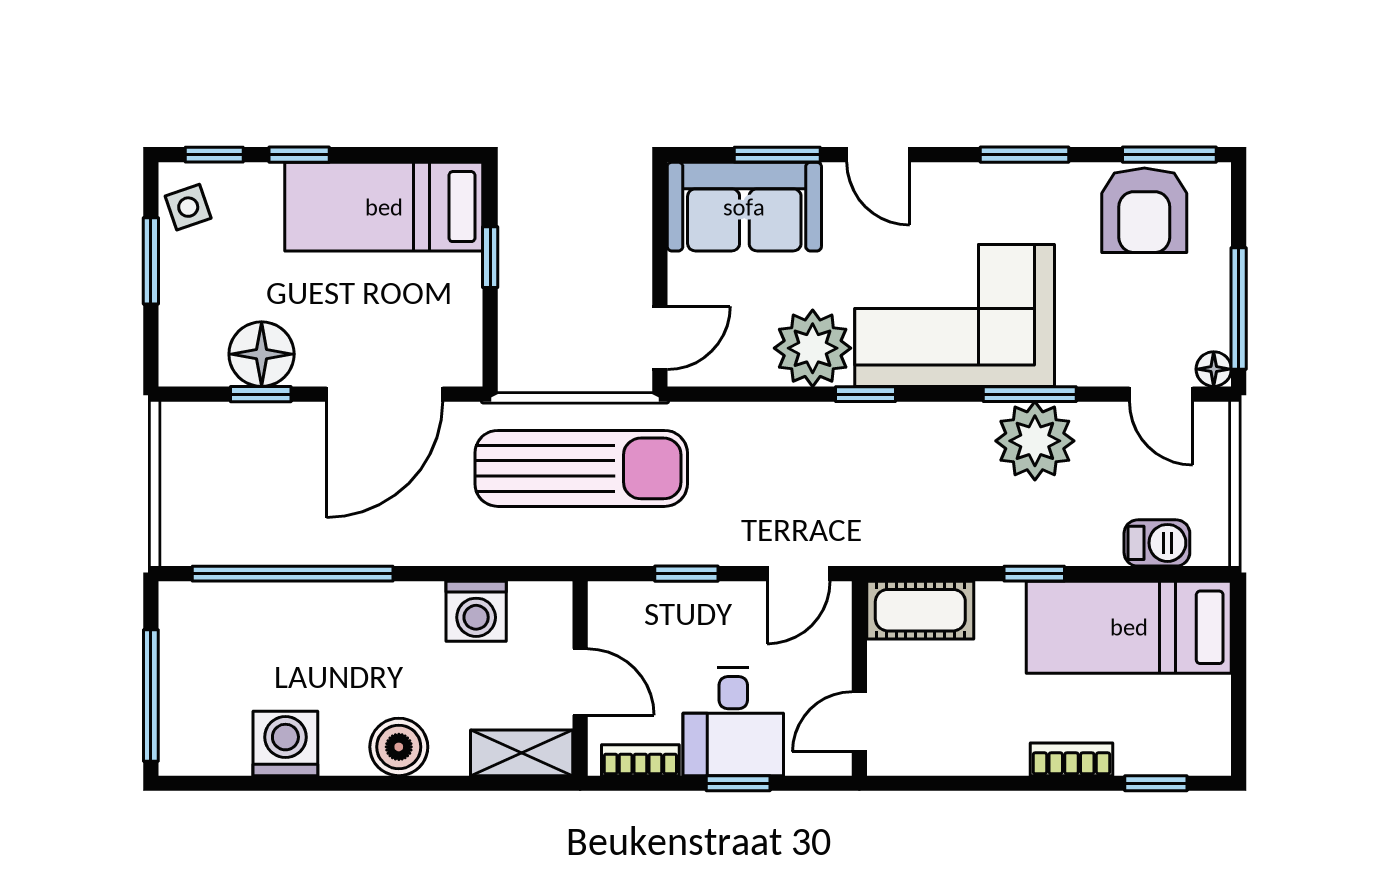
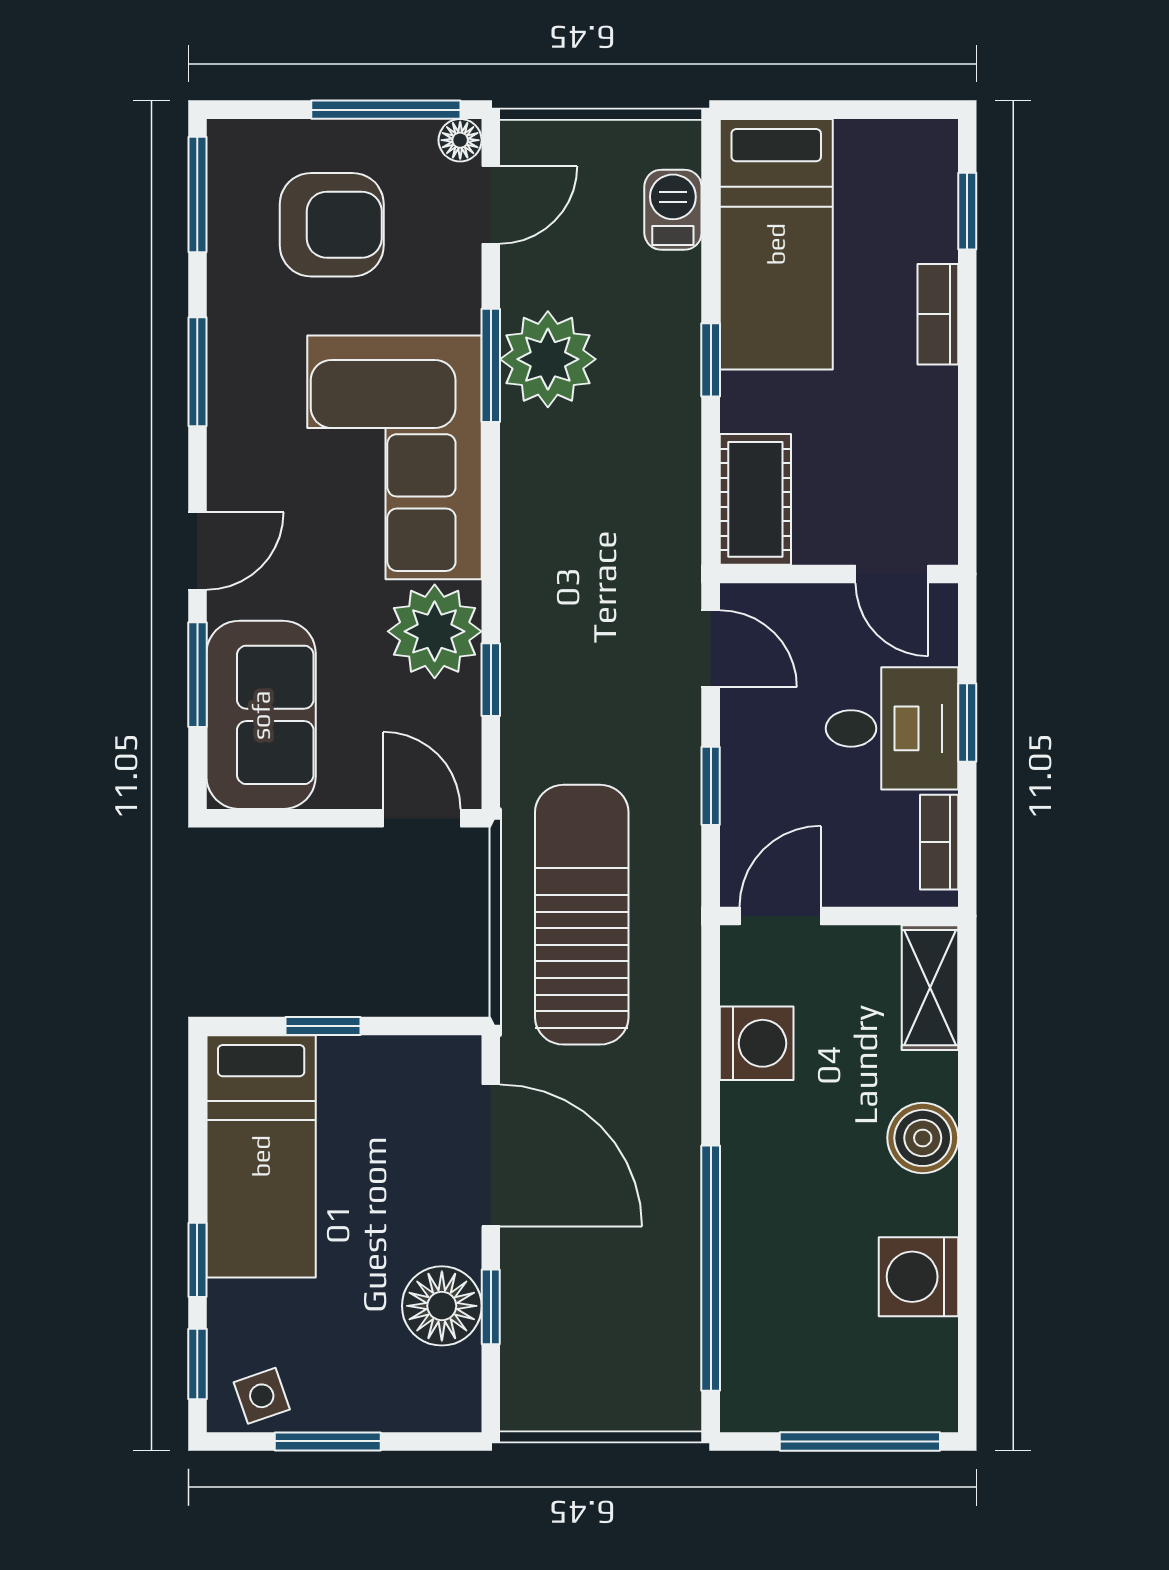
armchair: (1144, 210) -> (332, 225), moved
window: (865, 394) -> (491, 680), moved
door: (580, 682) -> (780, 916), moved

